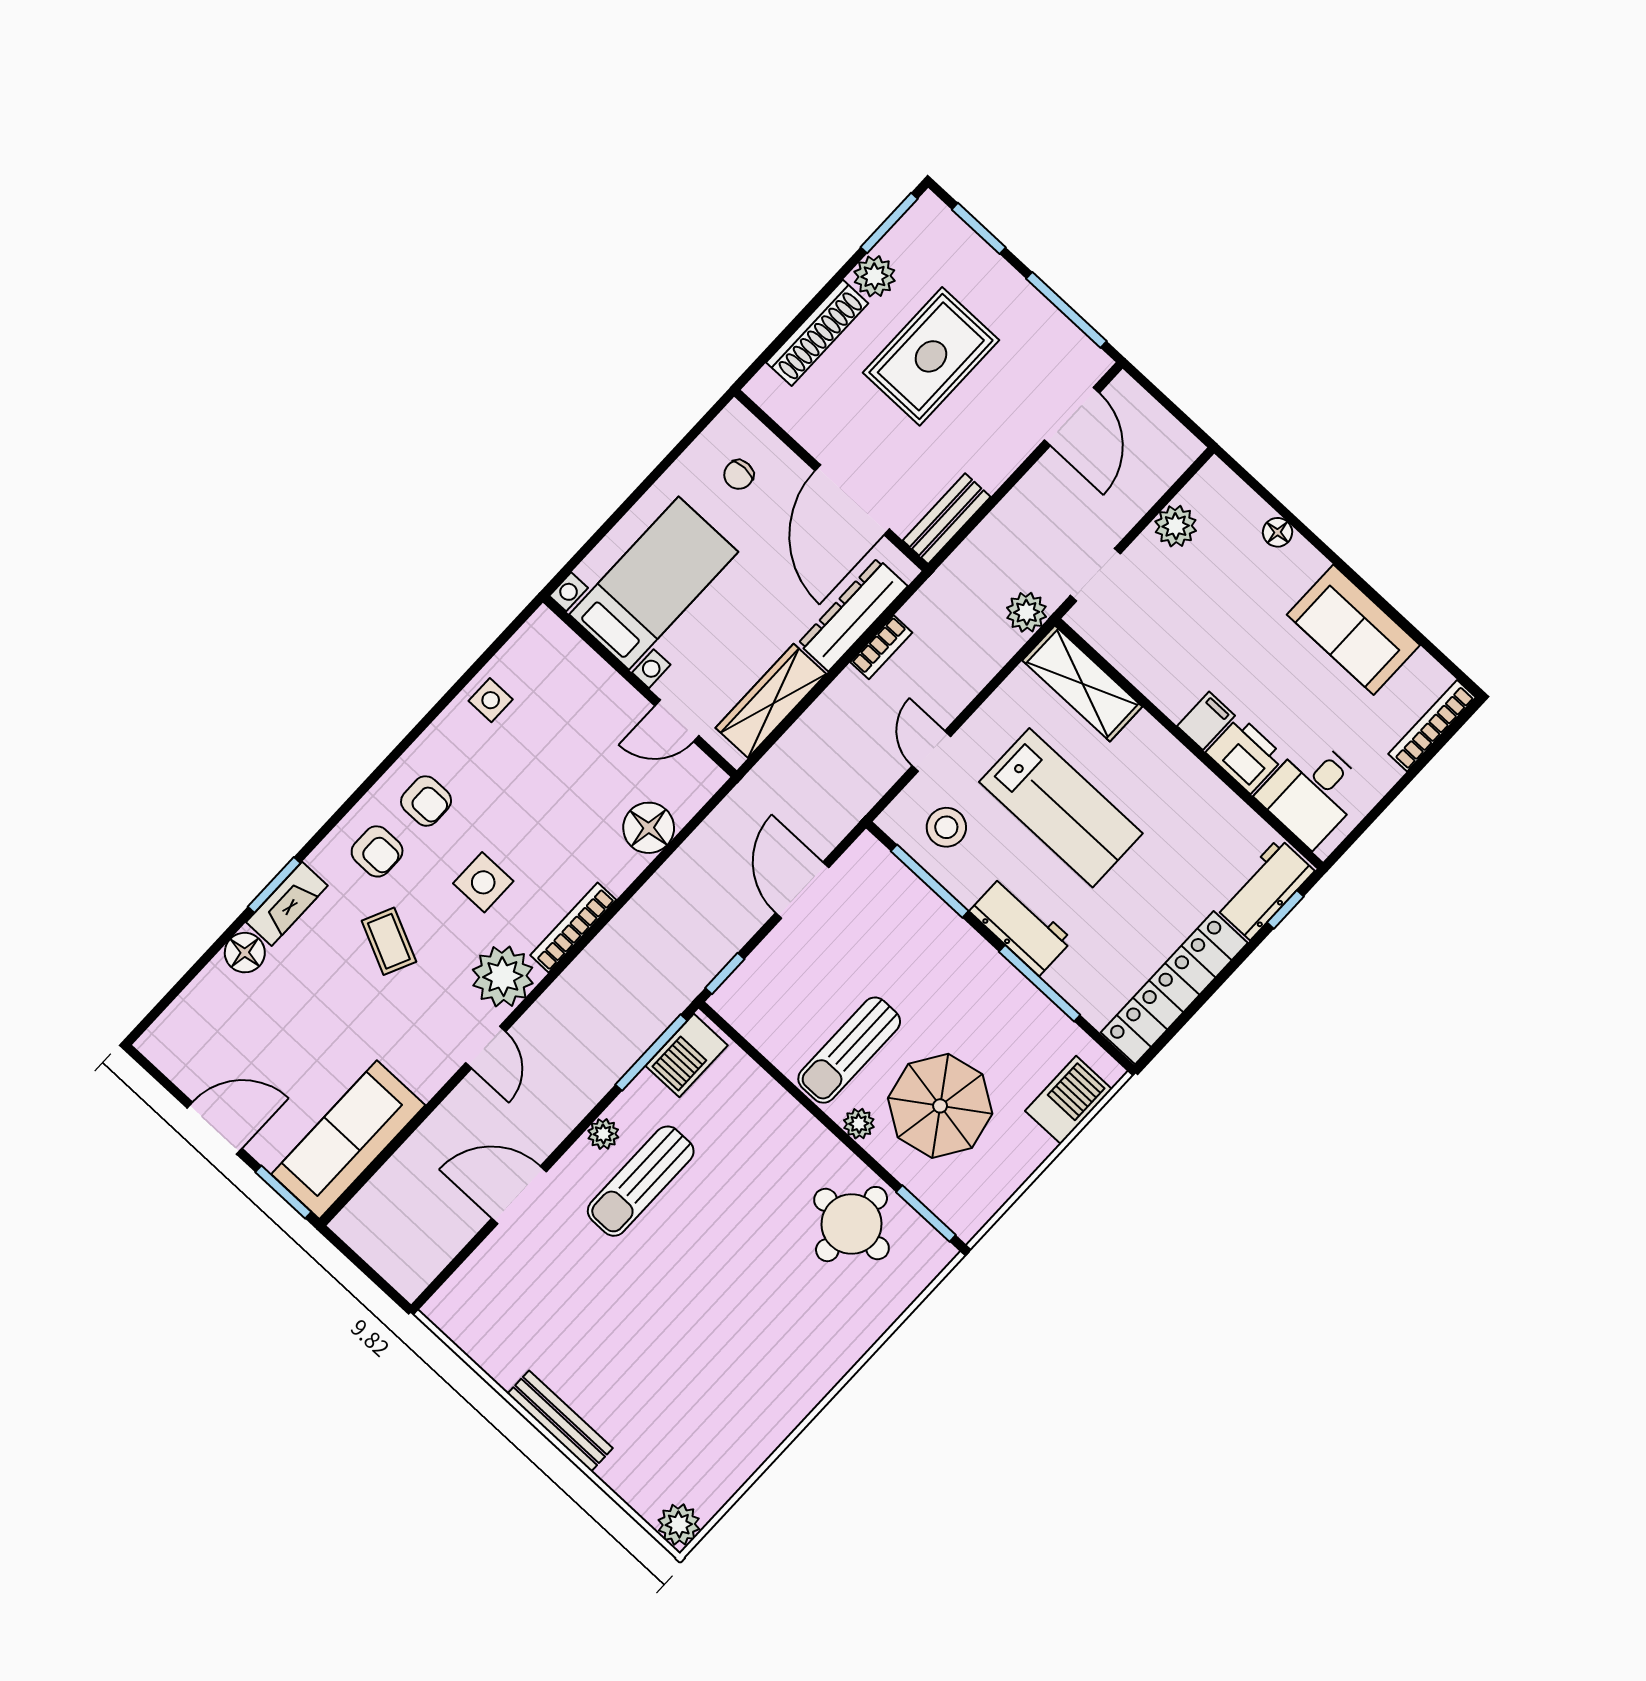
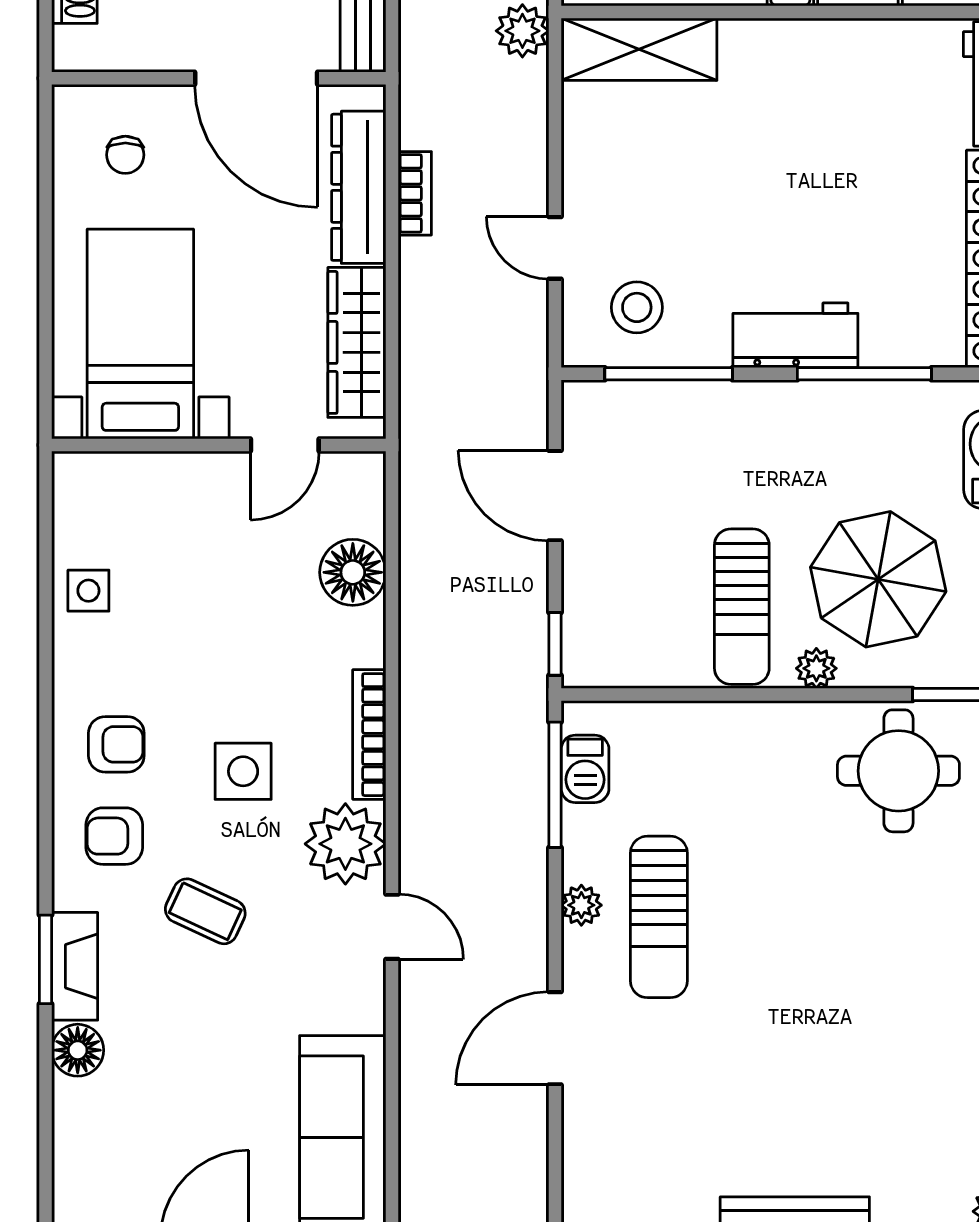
lab bench: (1061, 808) -> (729, 187), removed
armchair: (377, 851) -> (114, 836), turned 180
barbecue: (687, 1056) -> (585, 769), width x0.73, depth x0.79

